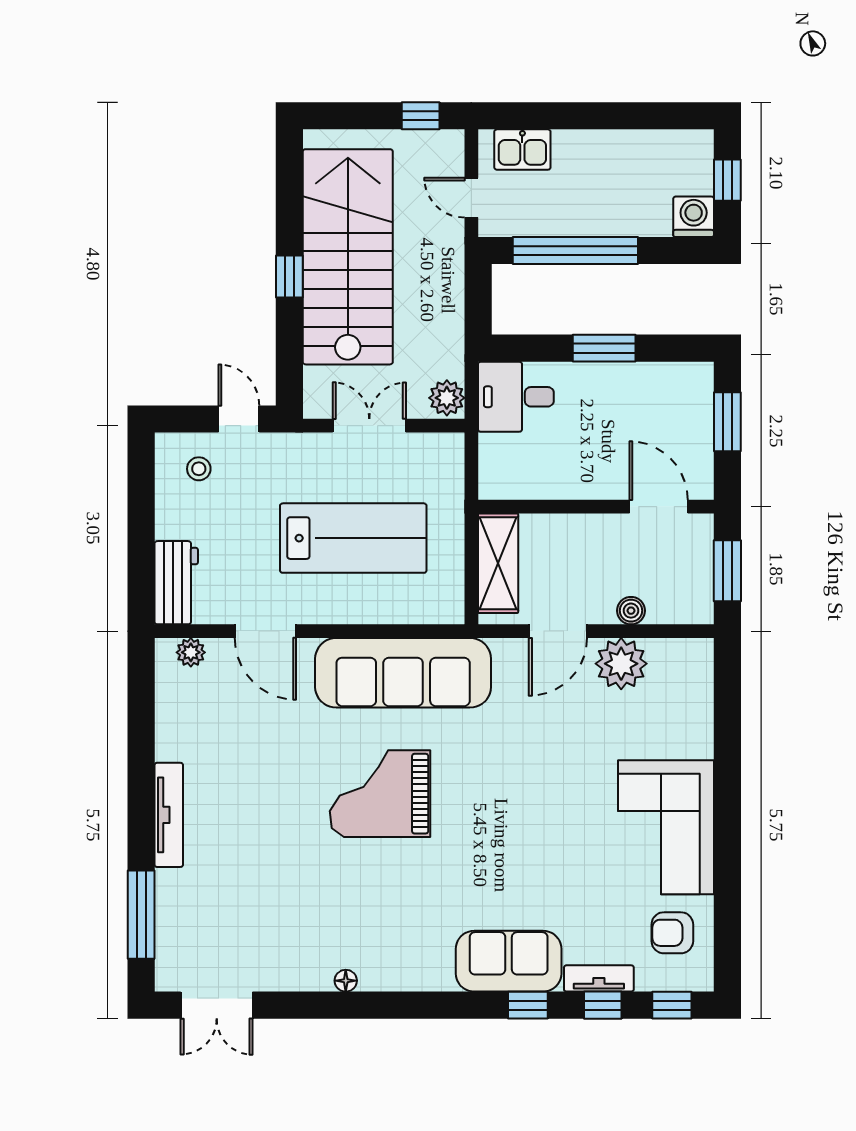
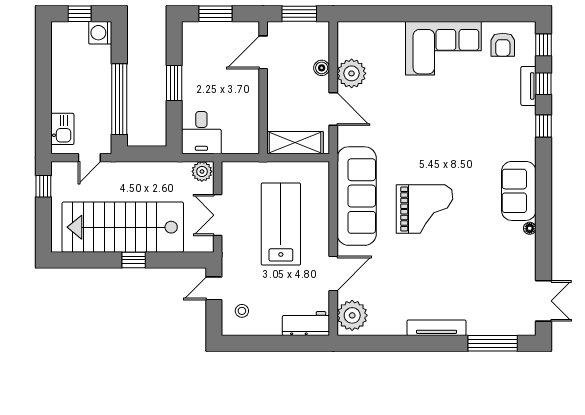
plant: (191, 652) -> (352, 315), width x1.87, depth x1.87
grand piano: (380, 794) -> (425, 209), turned -90
sofa: (509, 961) -> (519, 191), moved

